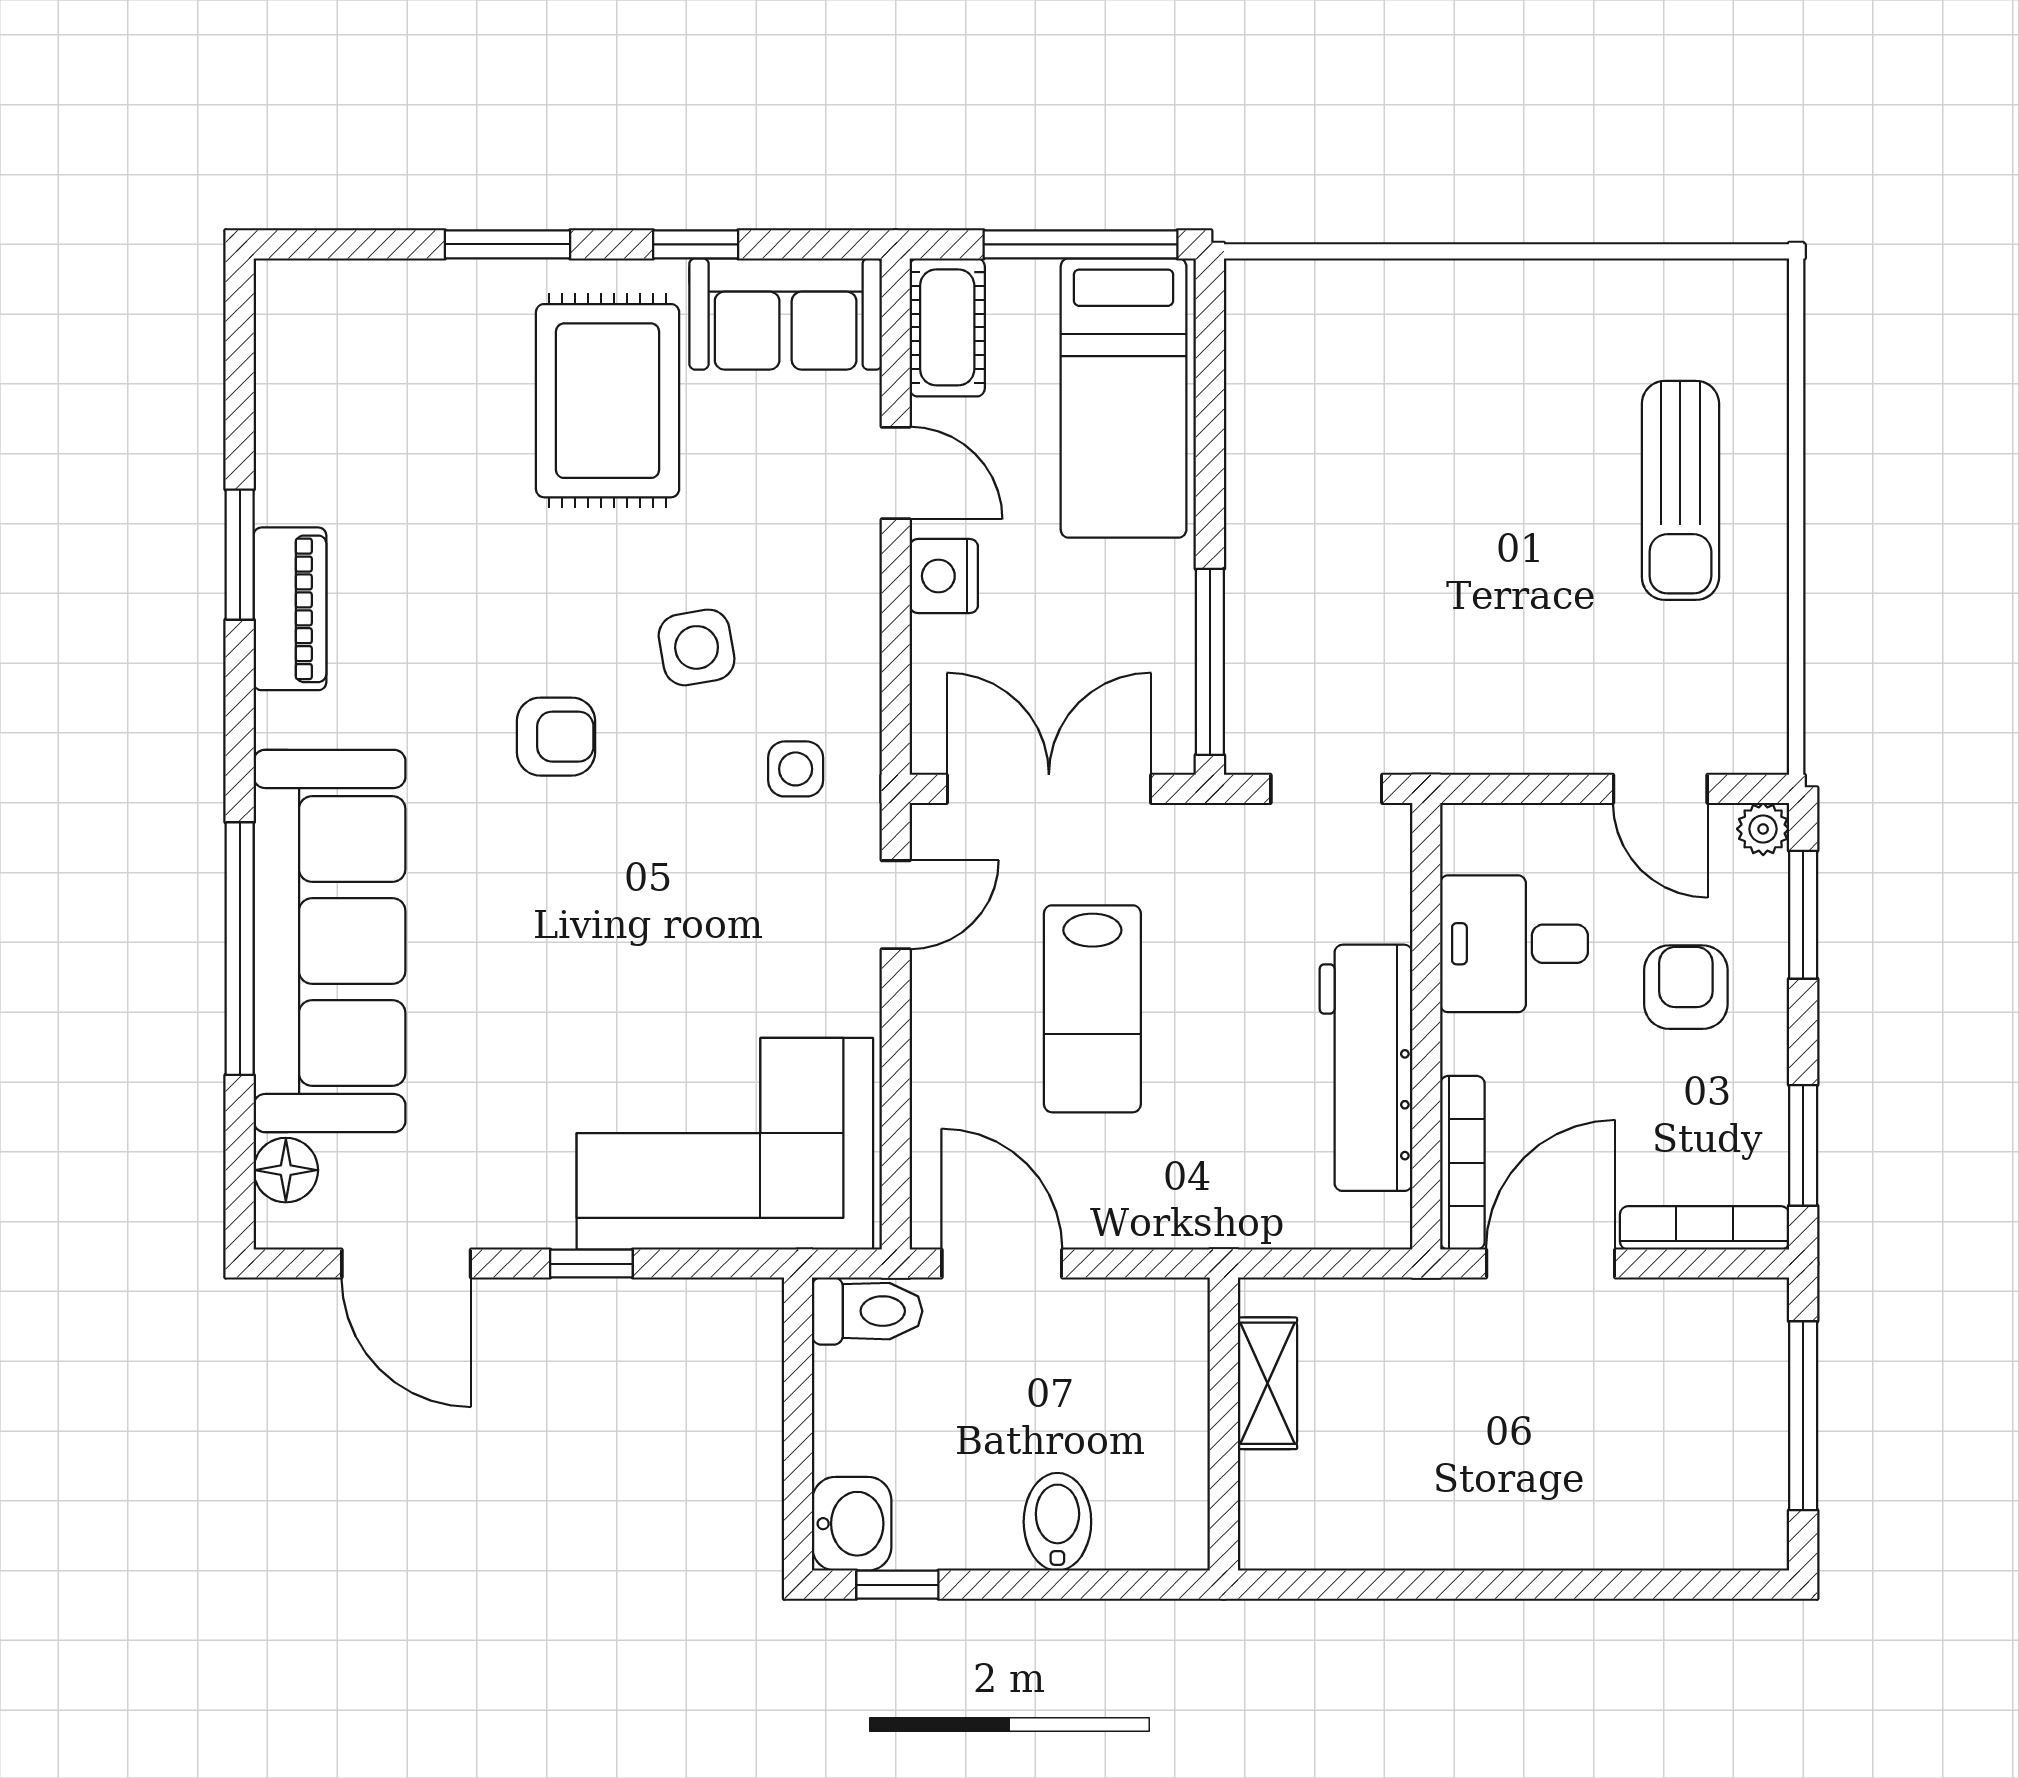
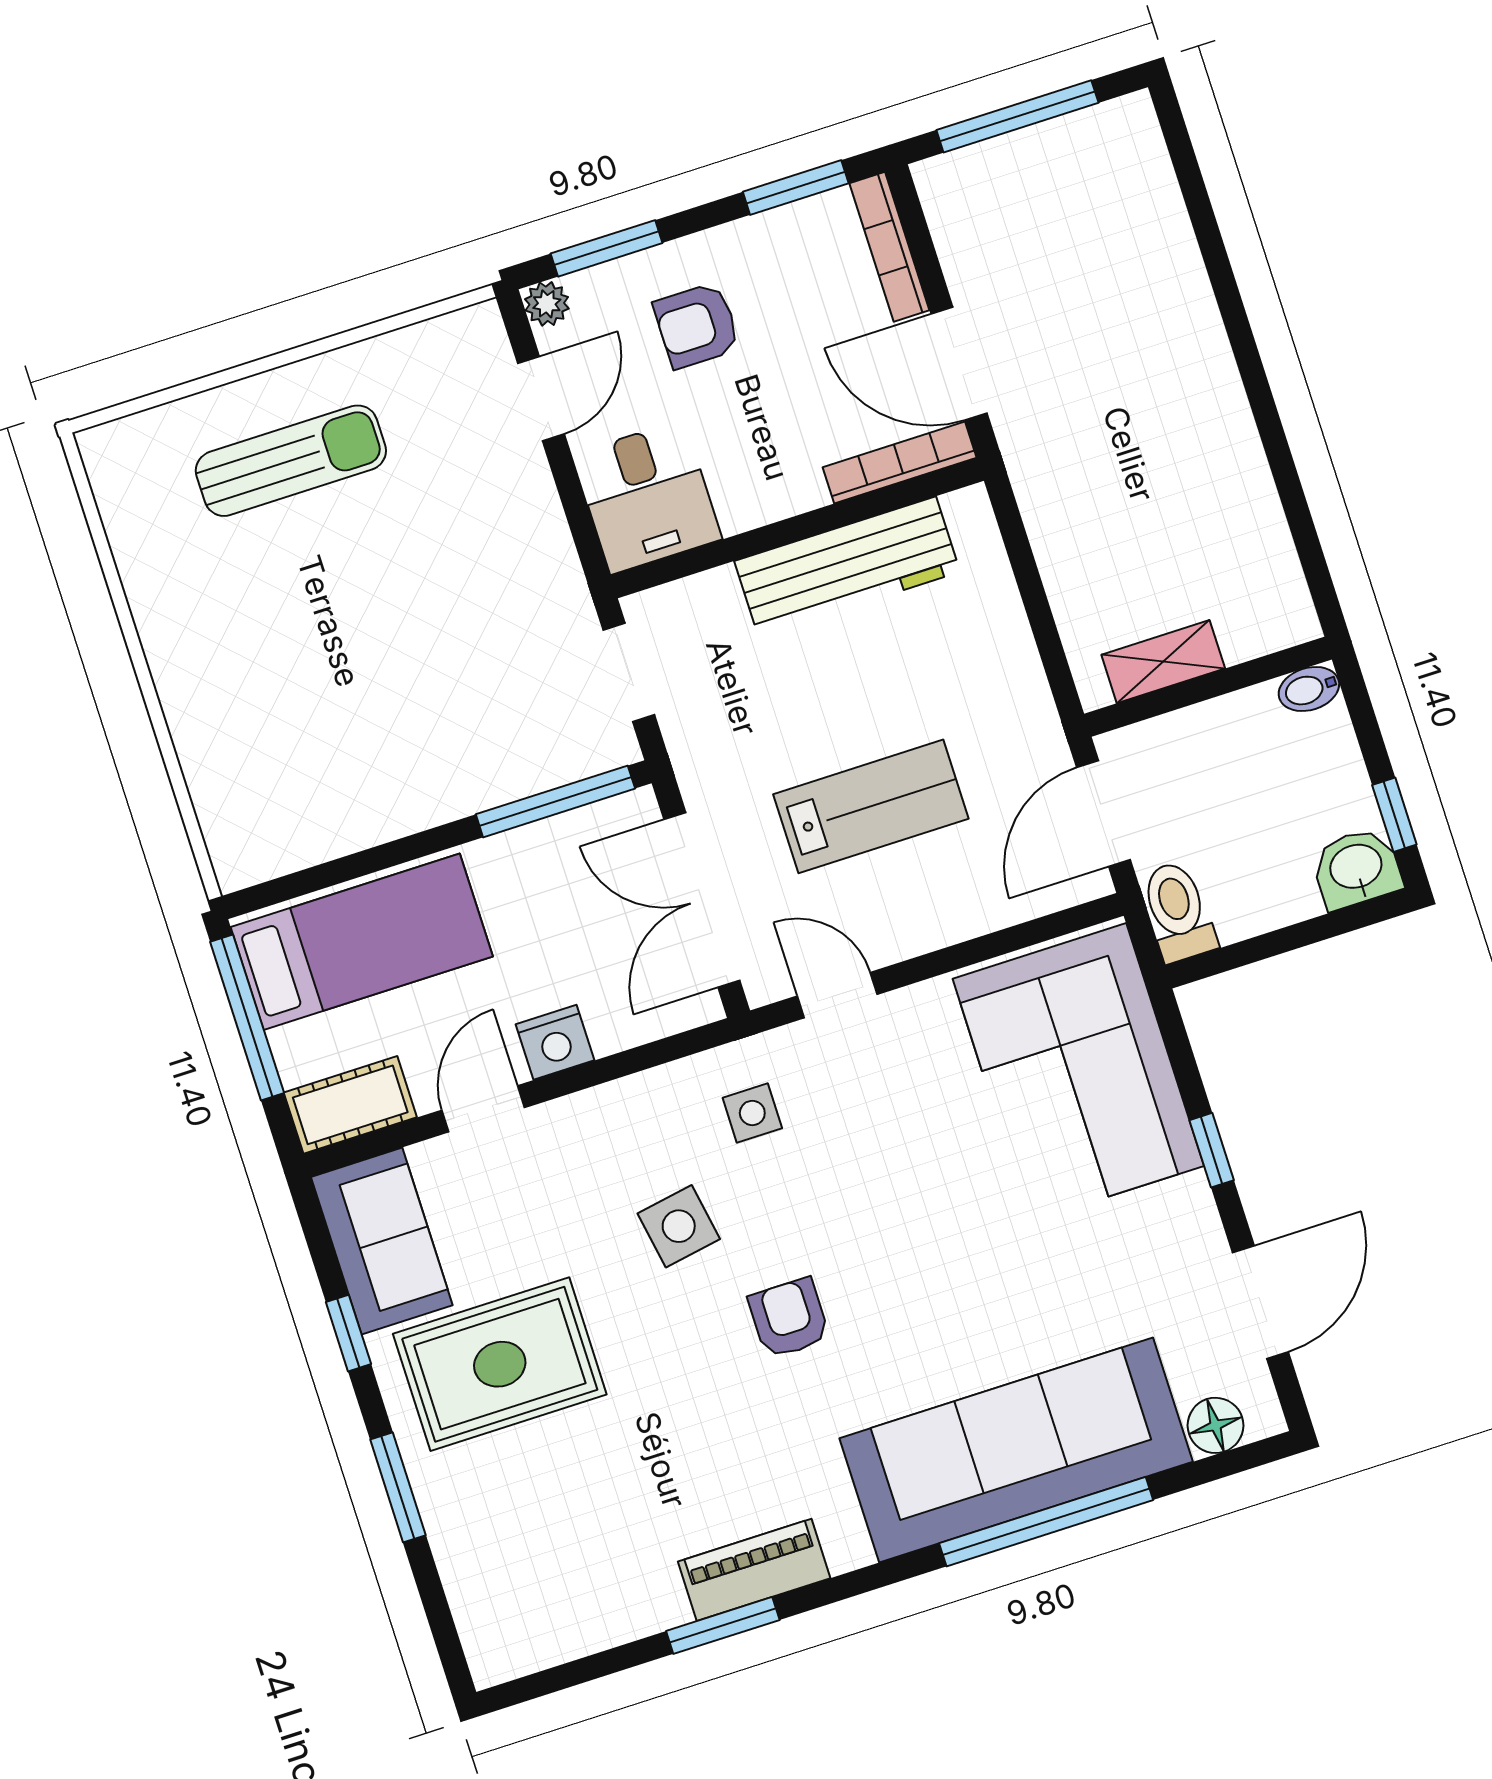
desk: (1514, 944) -> (647, 497), moved
shelving: (1267, 1383) -> (1163, 662), moved
wall: (1224, 1424) -> (1208, 687), moved
bidet: (1057, 1522) -> (1309, 689), width x0.72, depth x0.74

